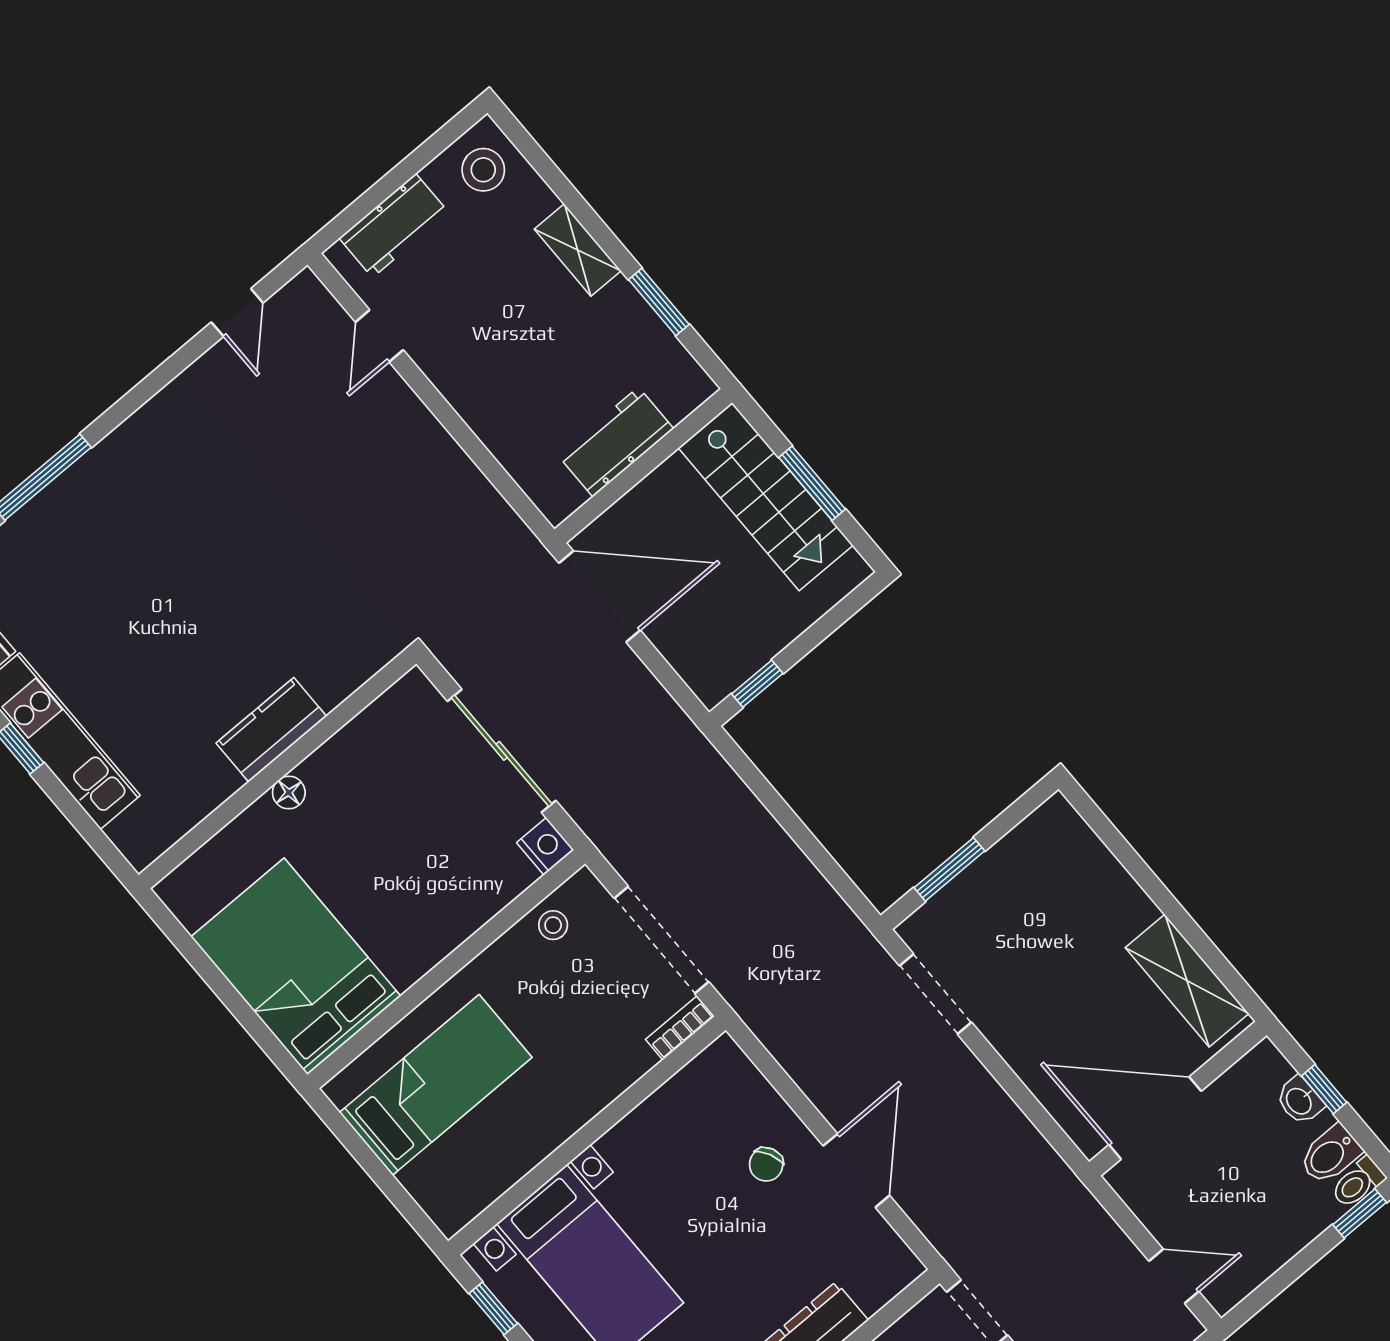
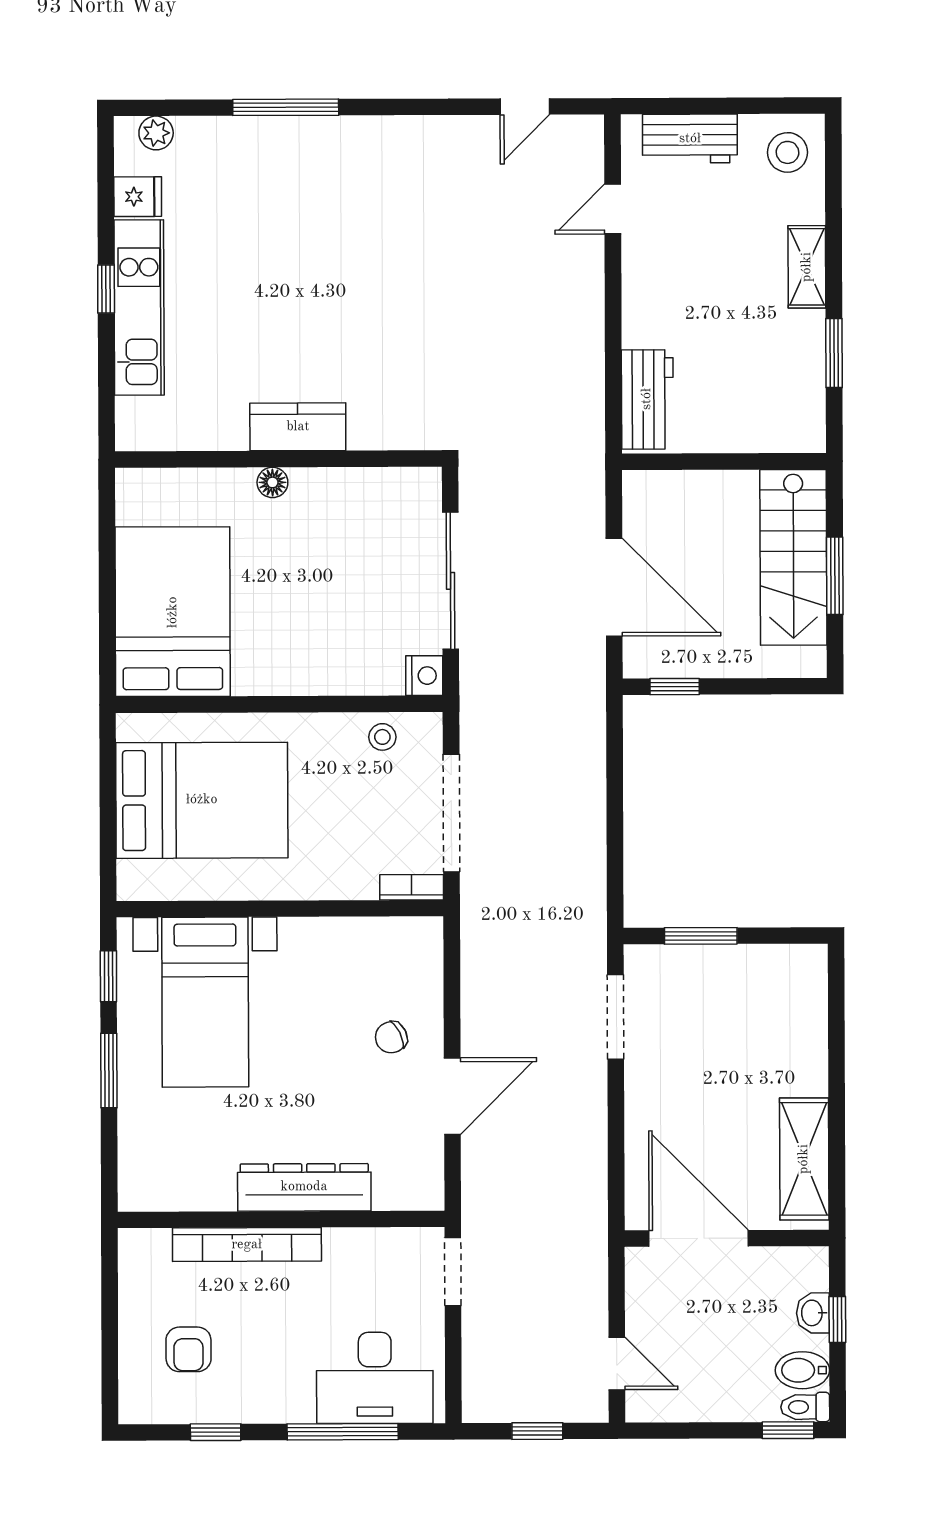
workbench: (616, 442) -> (647, 399), moved, turned 90
door: (600, 597) -> (614, 587), moved
bed: (436, 1085) -> (202, 800), width x1.50

